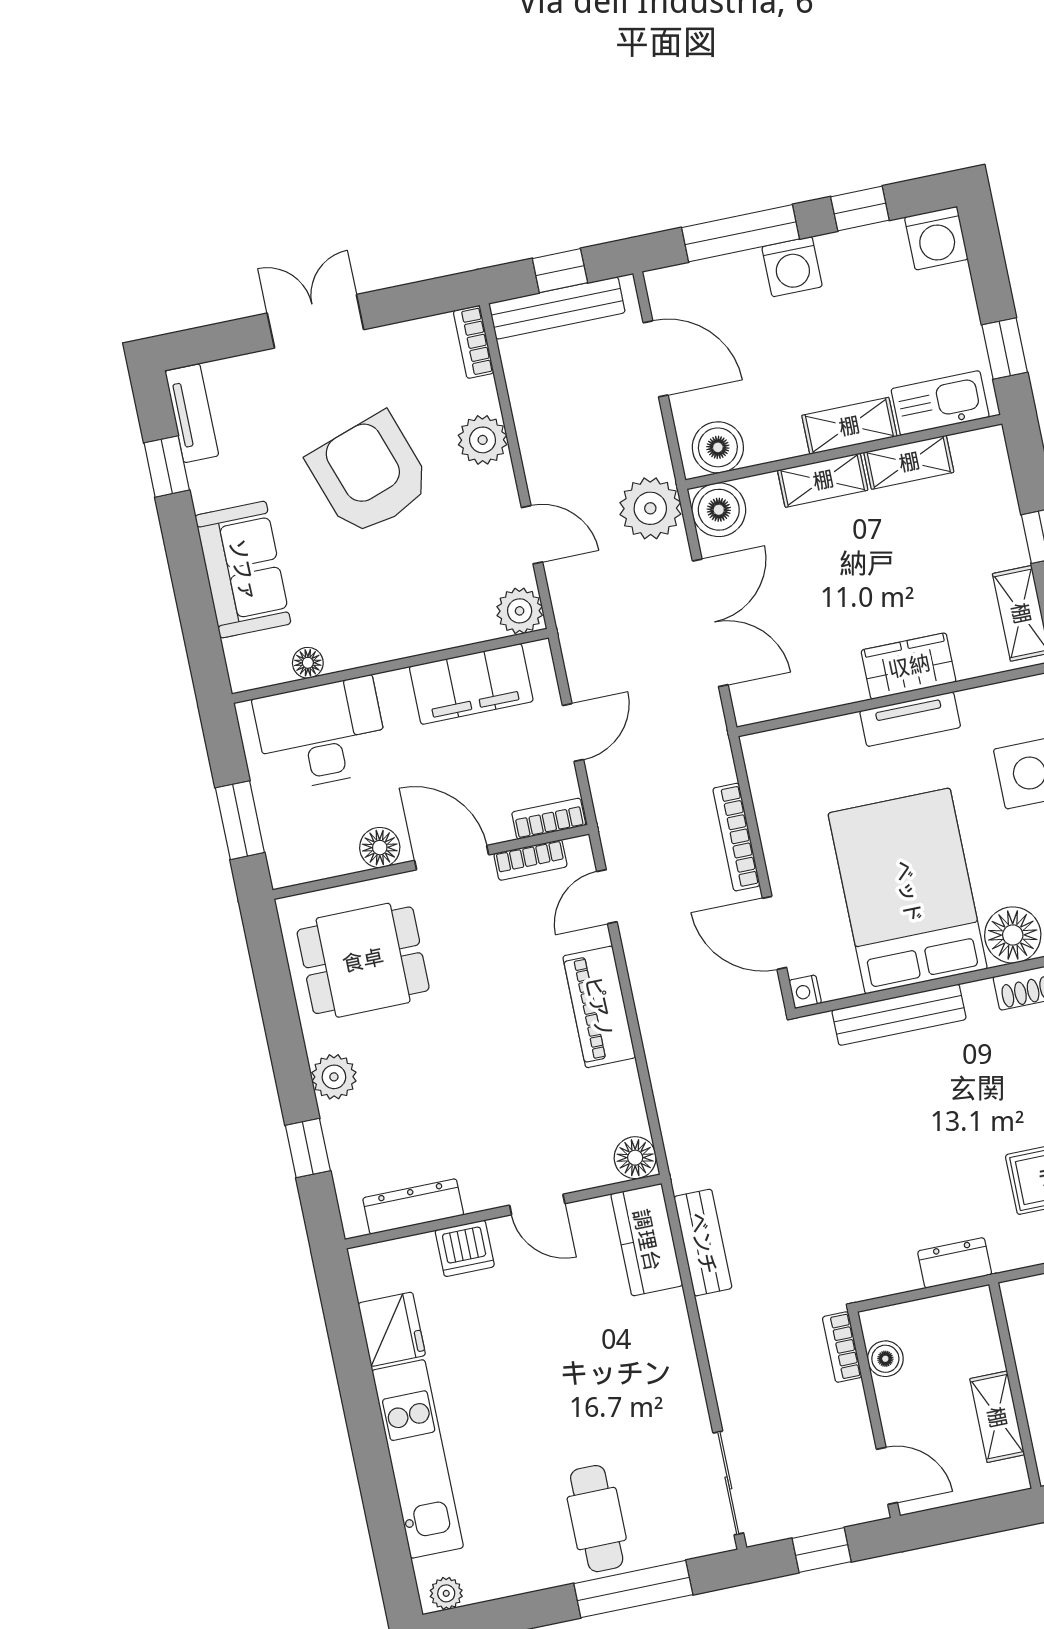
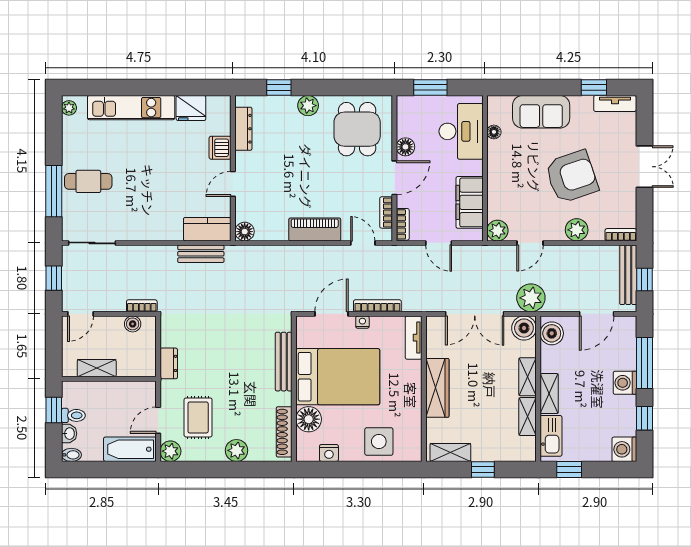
wardrobe: (909, 666) -> (437, 388), width x1.50
tv unit: (910, 719) -> (414, 338), moved
nightstand: (805, 992) -> (362, 322), moved

